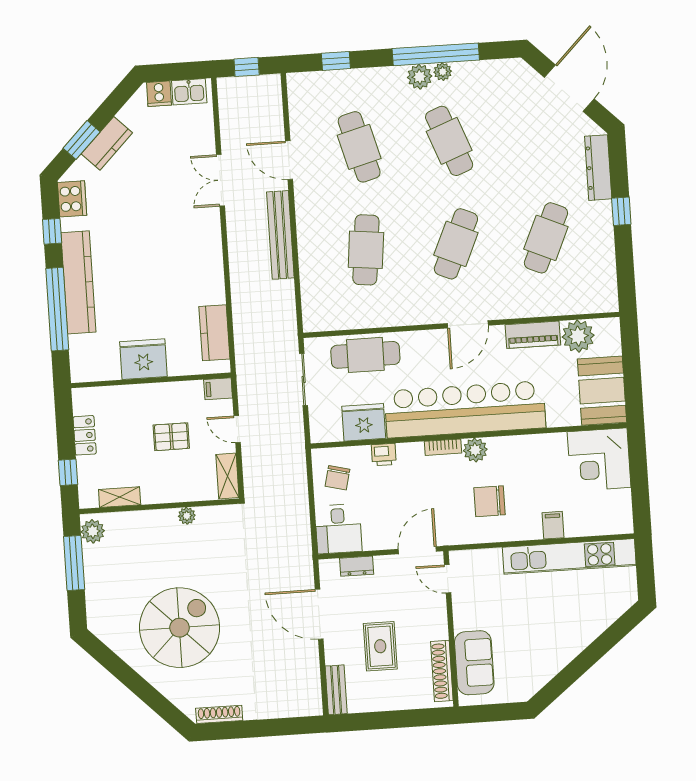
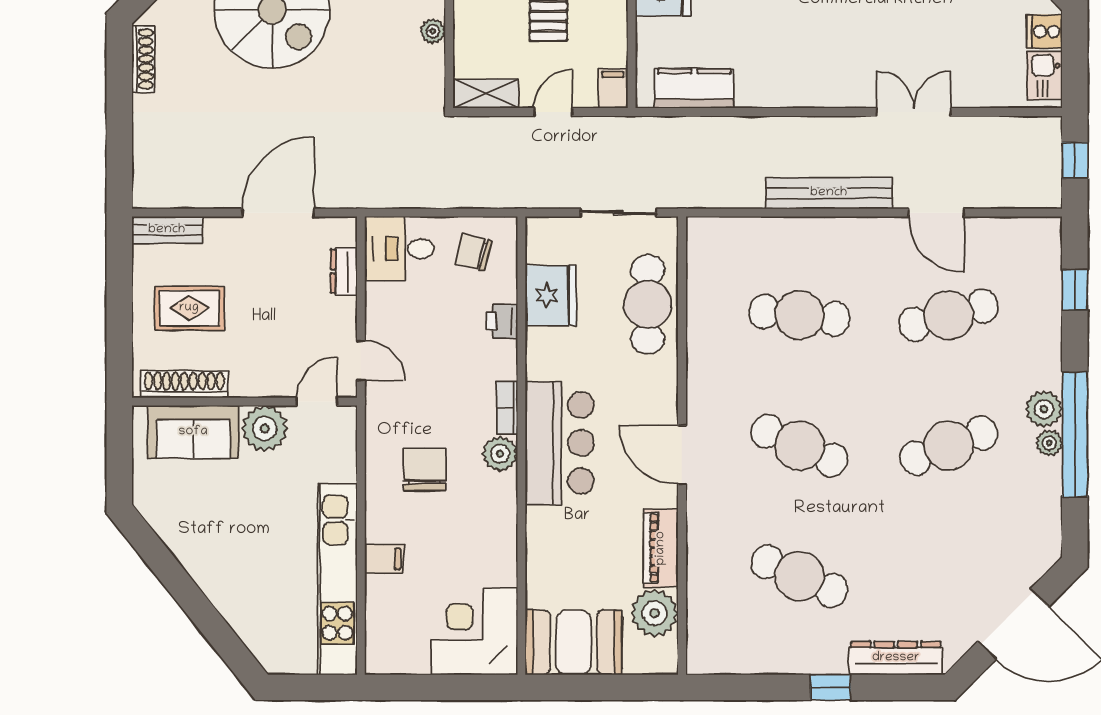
door: (289, 160) -> (936, 213), swing flipped
bar counter: (465, 409) -> (560, 443), width x0.54
door: (417, 550) -> (361, 361), width x0.73
plant: (469, 614) -> (265, 428), added
rug: (380, 646) -> (189, 308), moved

